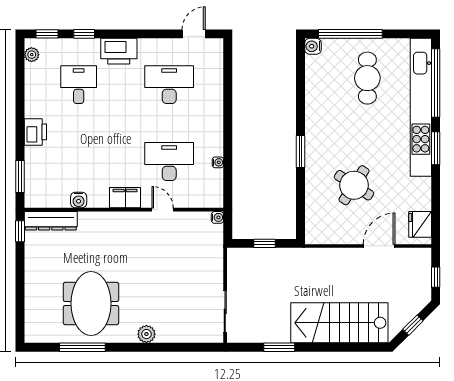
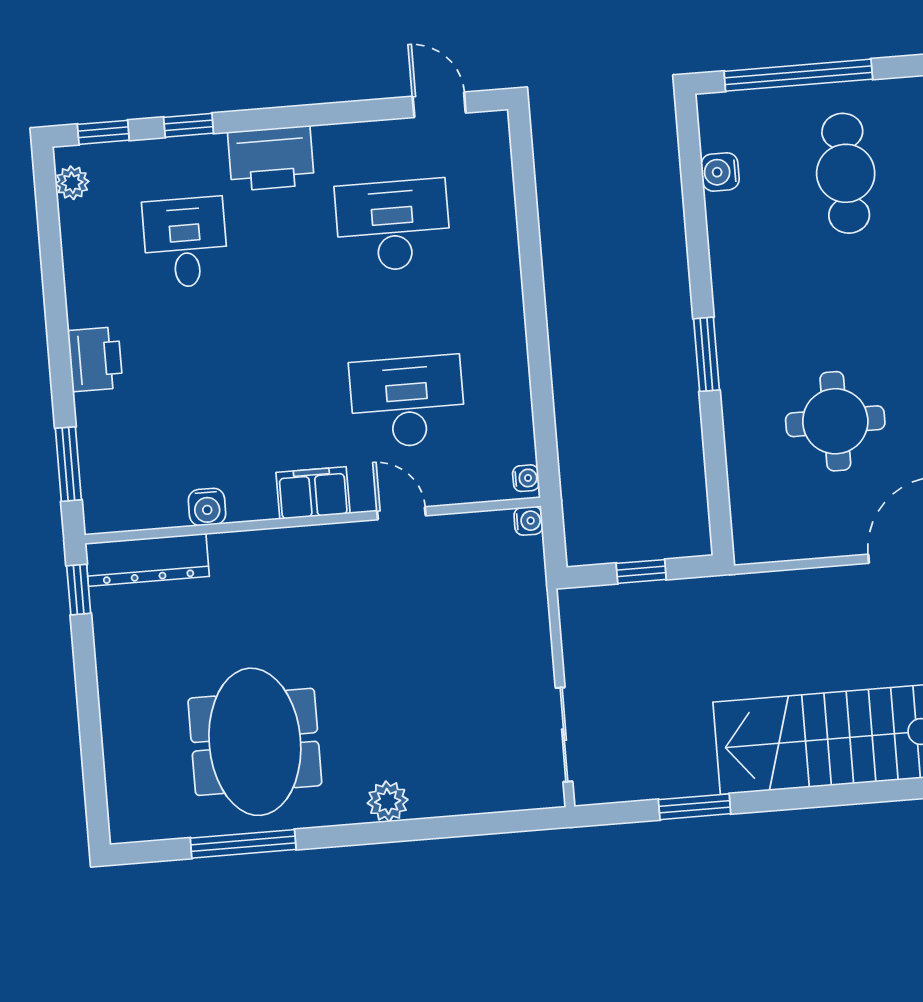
door: (194, 34) -> (439, 105), hinge flipped
water cooler: (313, 46) -> (720, 172), moved
water cooler: (218, 162) -> (526, 478), moved
round table: (354, 185) -> (835, 421), turned -33

